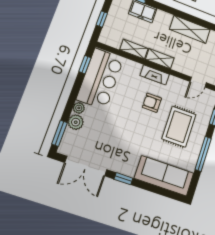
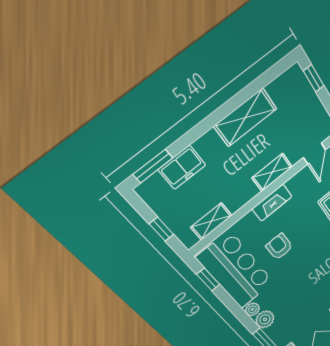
shelving: (134, 49) -> (211, 221), moved
shelving: (160, 59) -> (272, 172), moved
armchair: (152, 103) -> (279, 247), moved, turned 90

